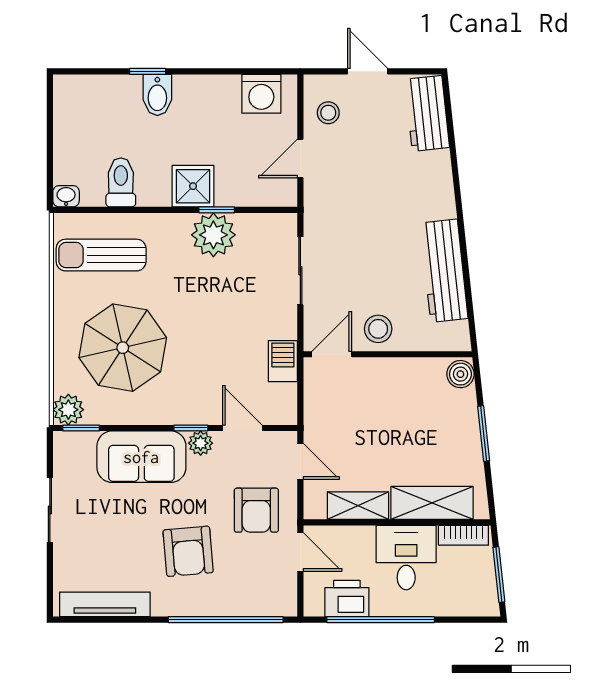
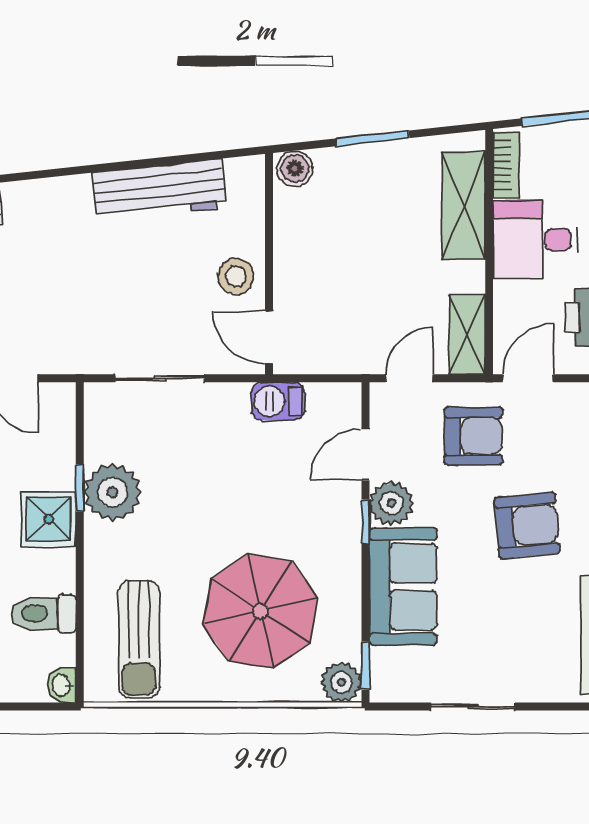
plant: (201, 443) -> (391, 503), width x1.38, depth x1.38
shelving: (358, 506) -> (467, 334), moved

